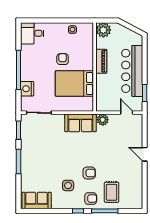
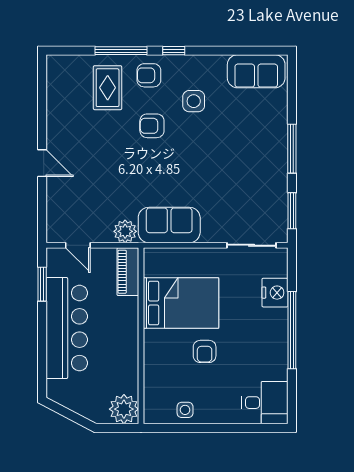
piano: (101, 61) -> (128, 272), moved

